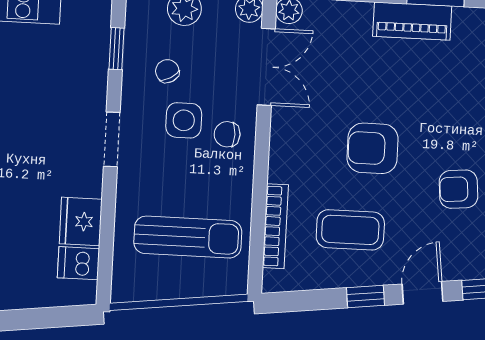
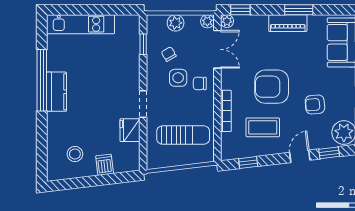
doorway: (112, 139) -> (143, 104), moved
armchair: (373, 148) -> (272, 87), width x1.36, depth x1.36
bookcase: (275, 226) -> (226, 111), moved
dishwasher: (78, 263) -> (105, 165), moved, turned 83
window: (365, 297) -> (248, 163), moved

